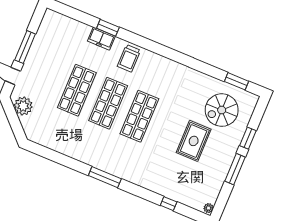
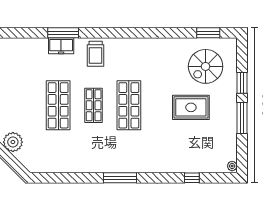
window: (108, 28) -> (63, 33), width x1.44
shop shelf: (108, 103) -> (94, 105), width x0.70, depth x0.74
rug: (194, 141) -> (191, 107), turned 90

